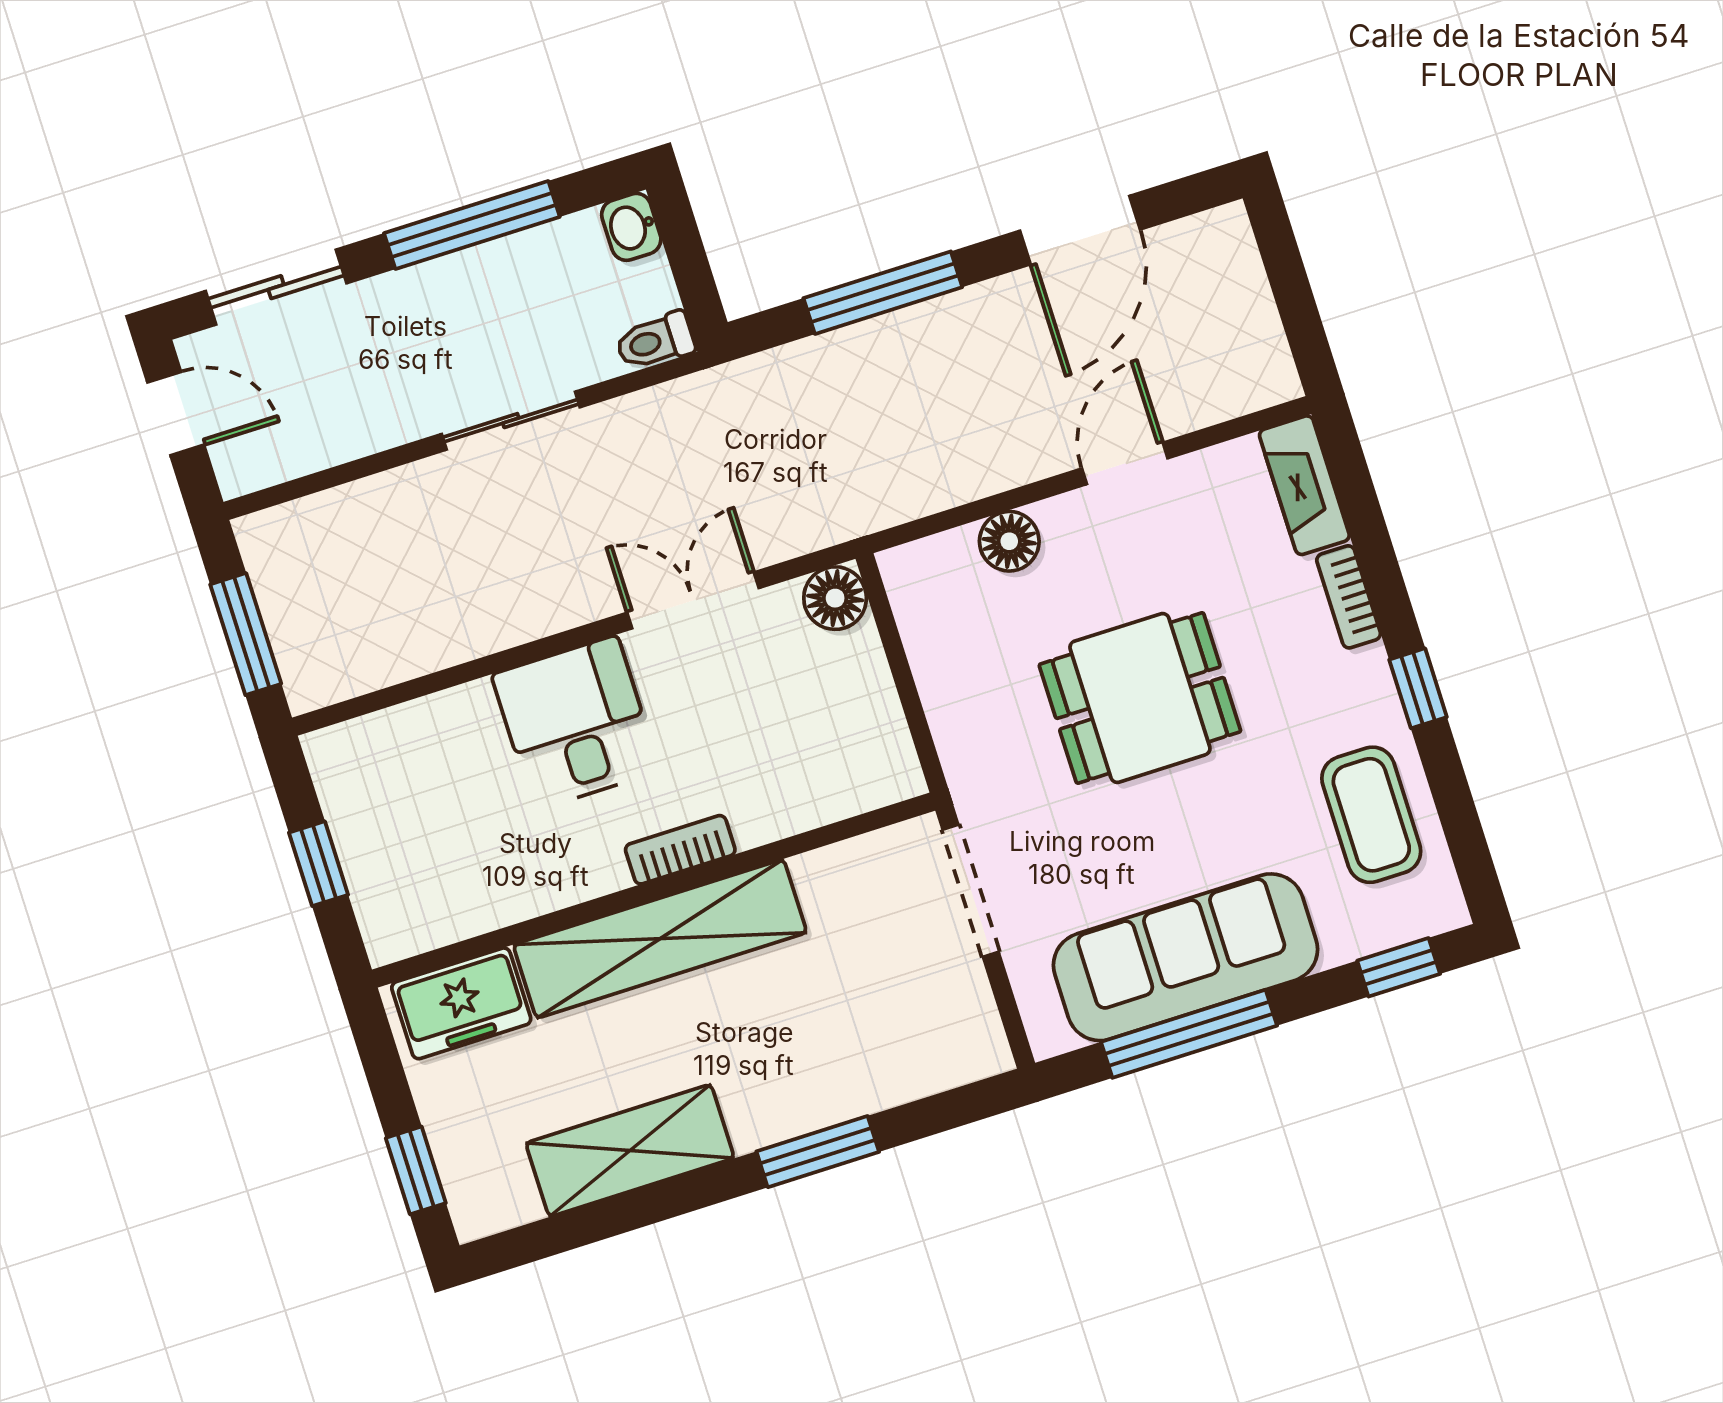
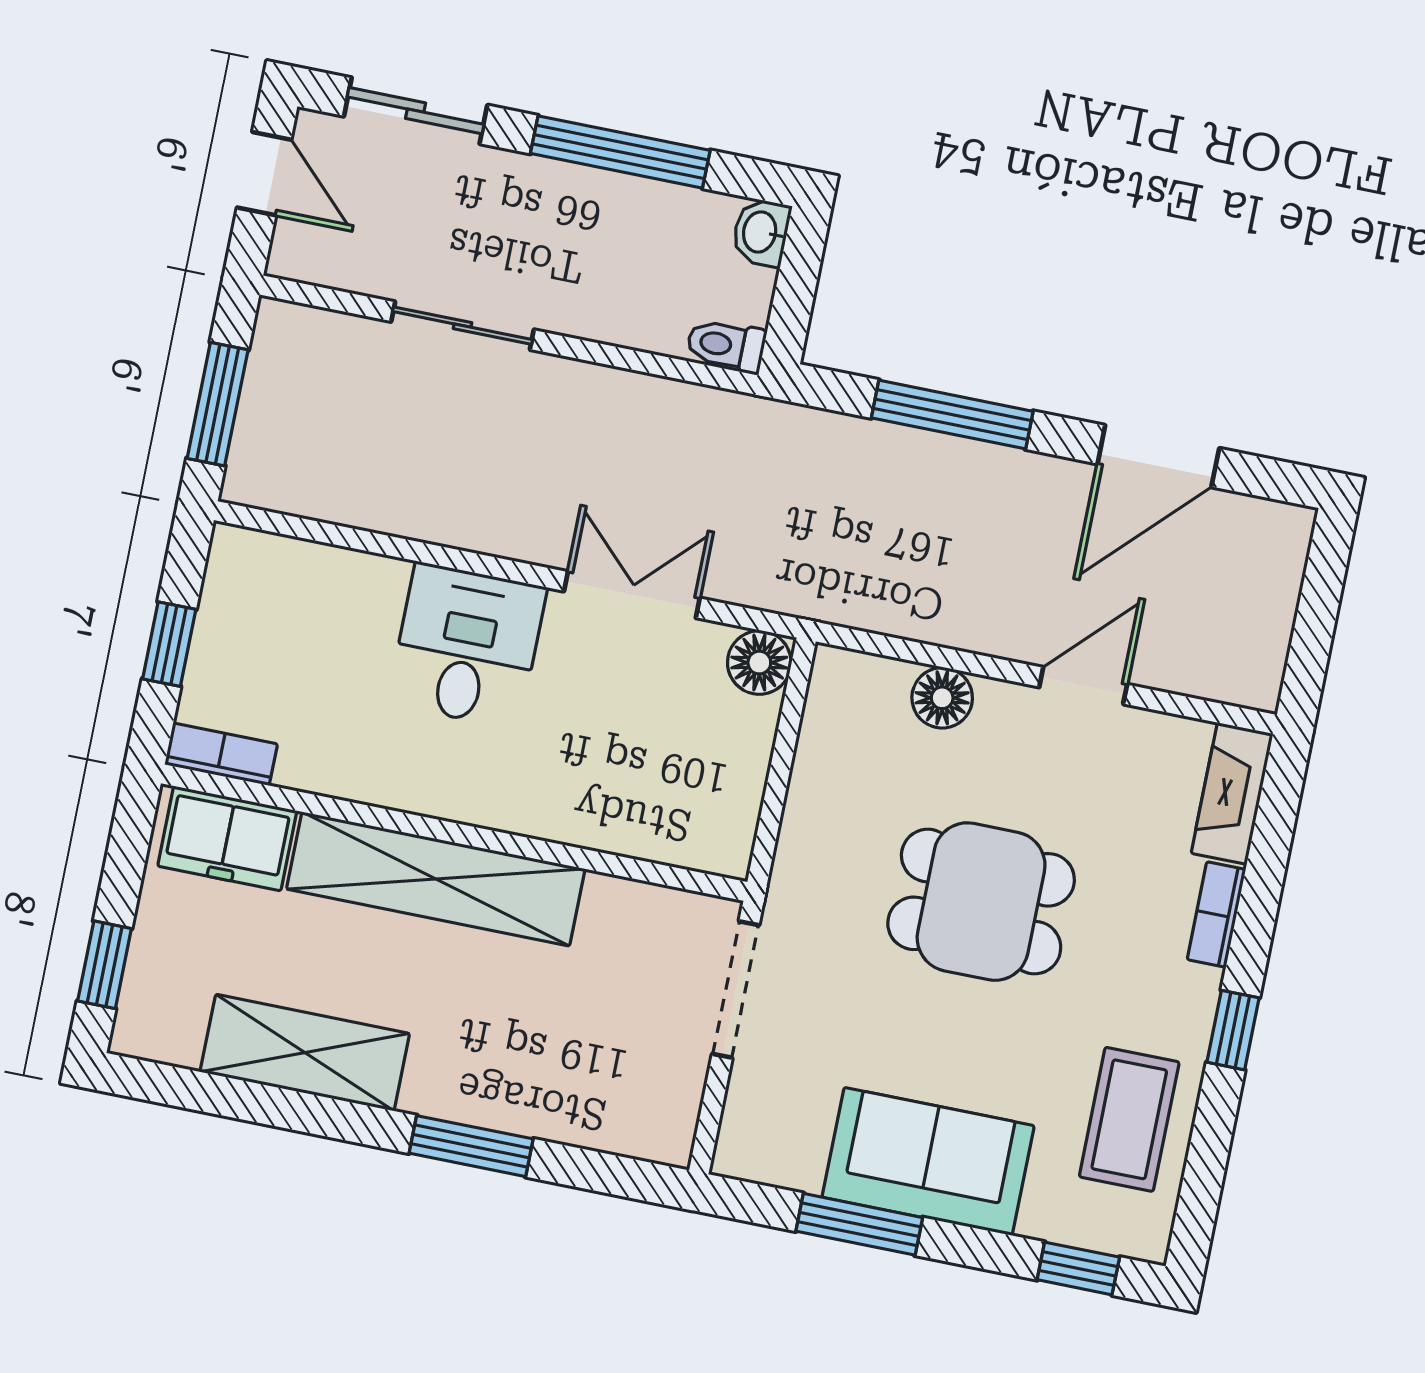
sliding door: (511, 421) -> (463, 326), moved
bookcase: (680, 850) -> (221, 754), moved
sofa: (1185, 957) -> (928, 1161), width x0.73
window: (1189, 1034) -> (859, 1224), width x0.69

